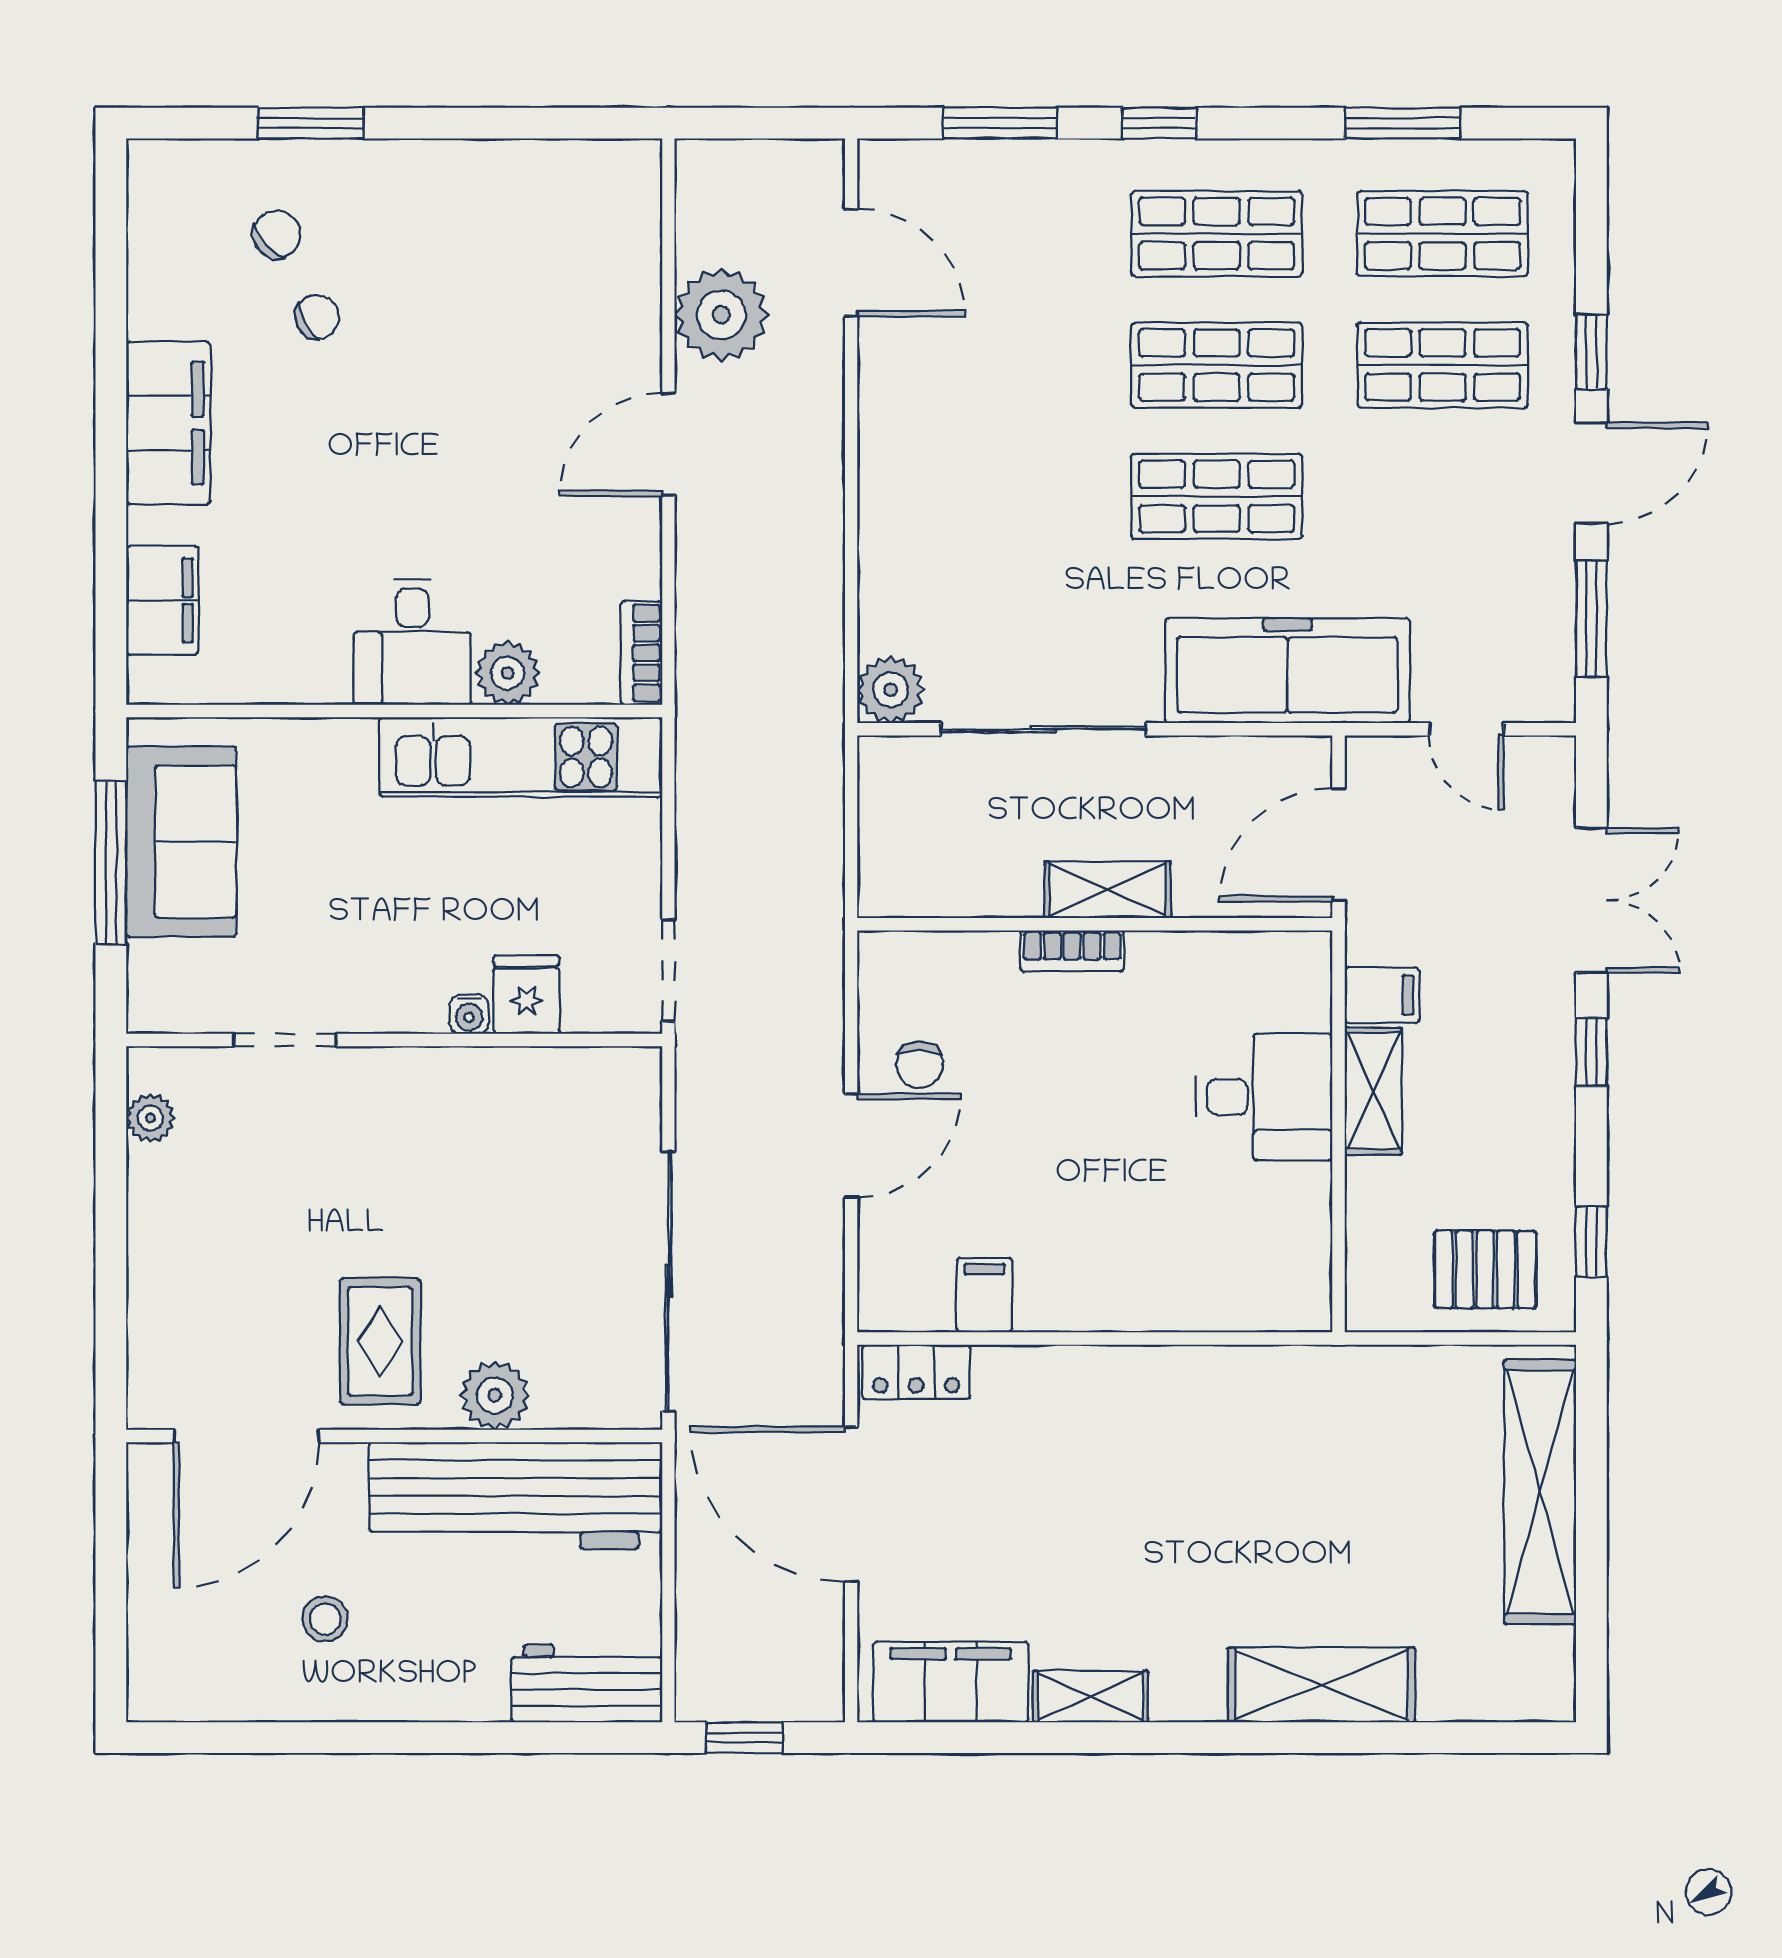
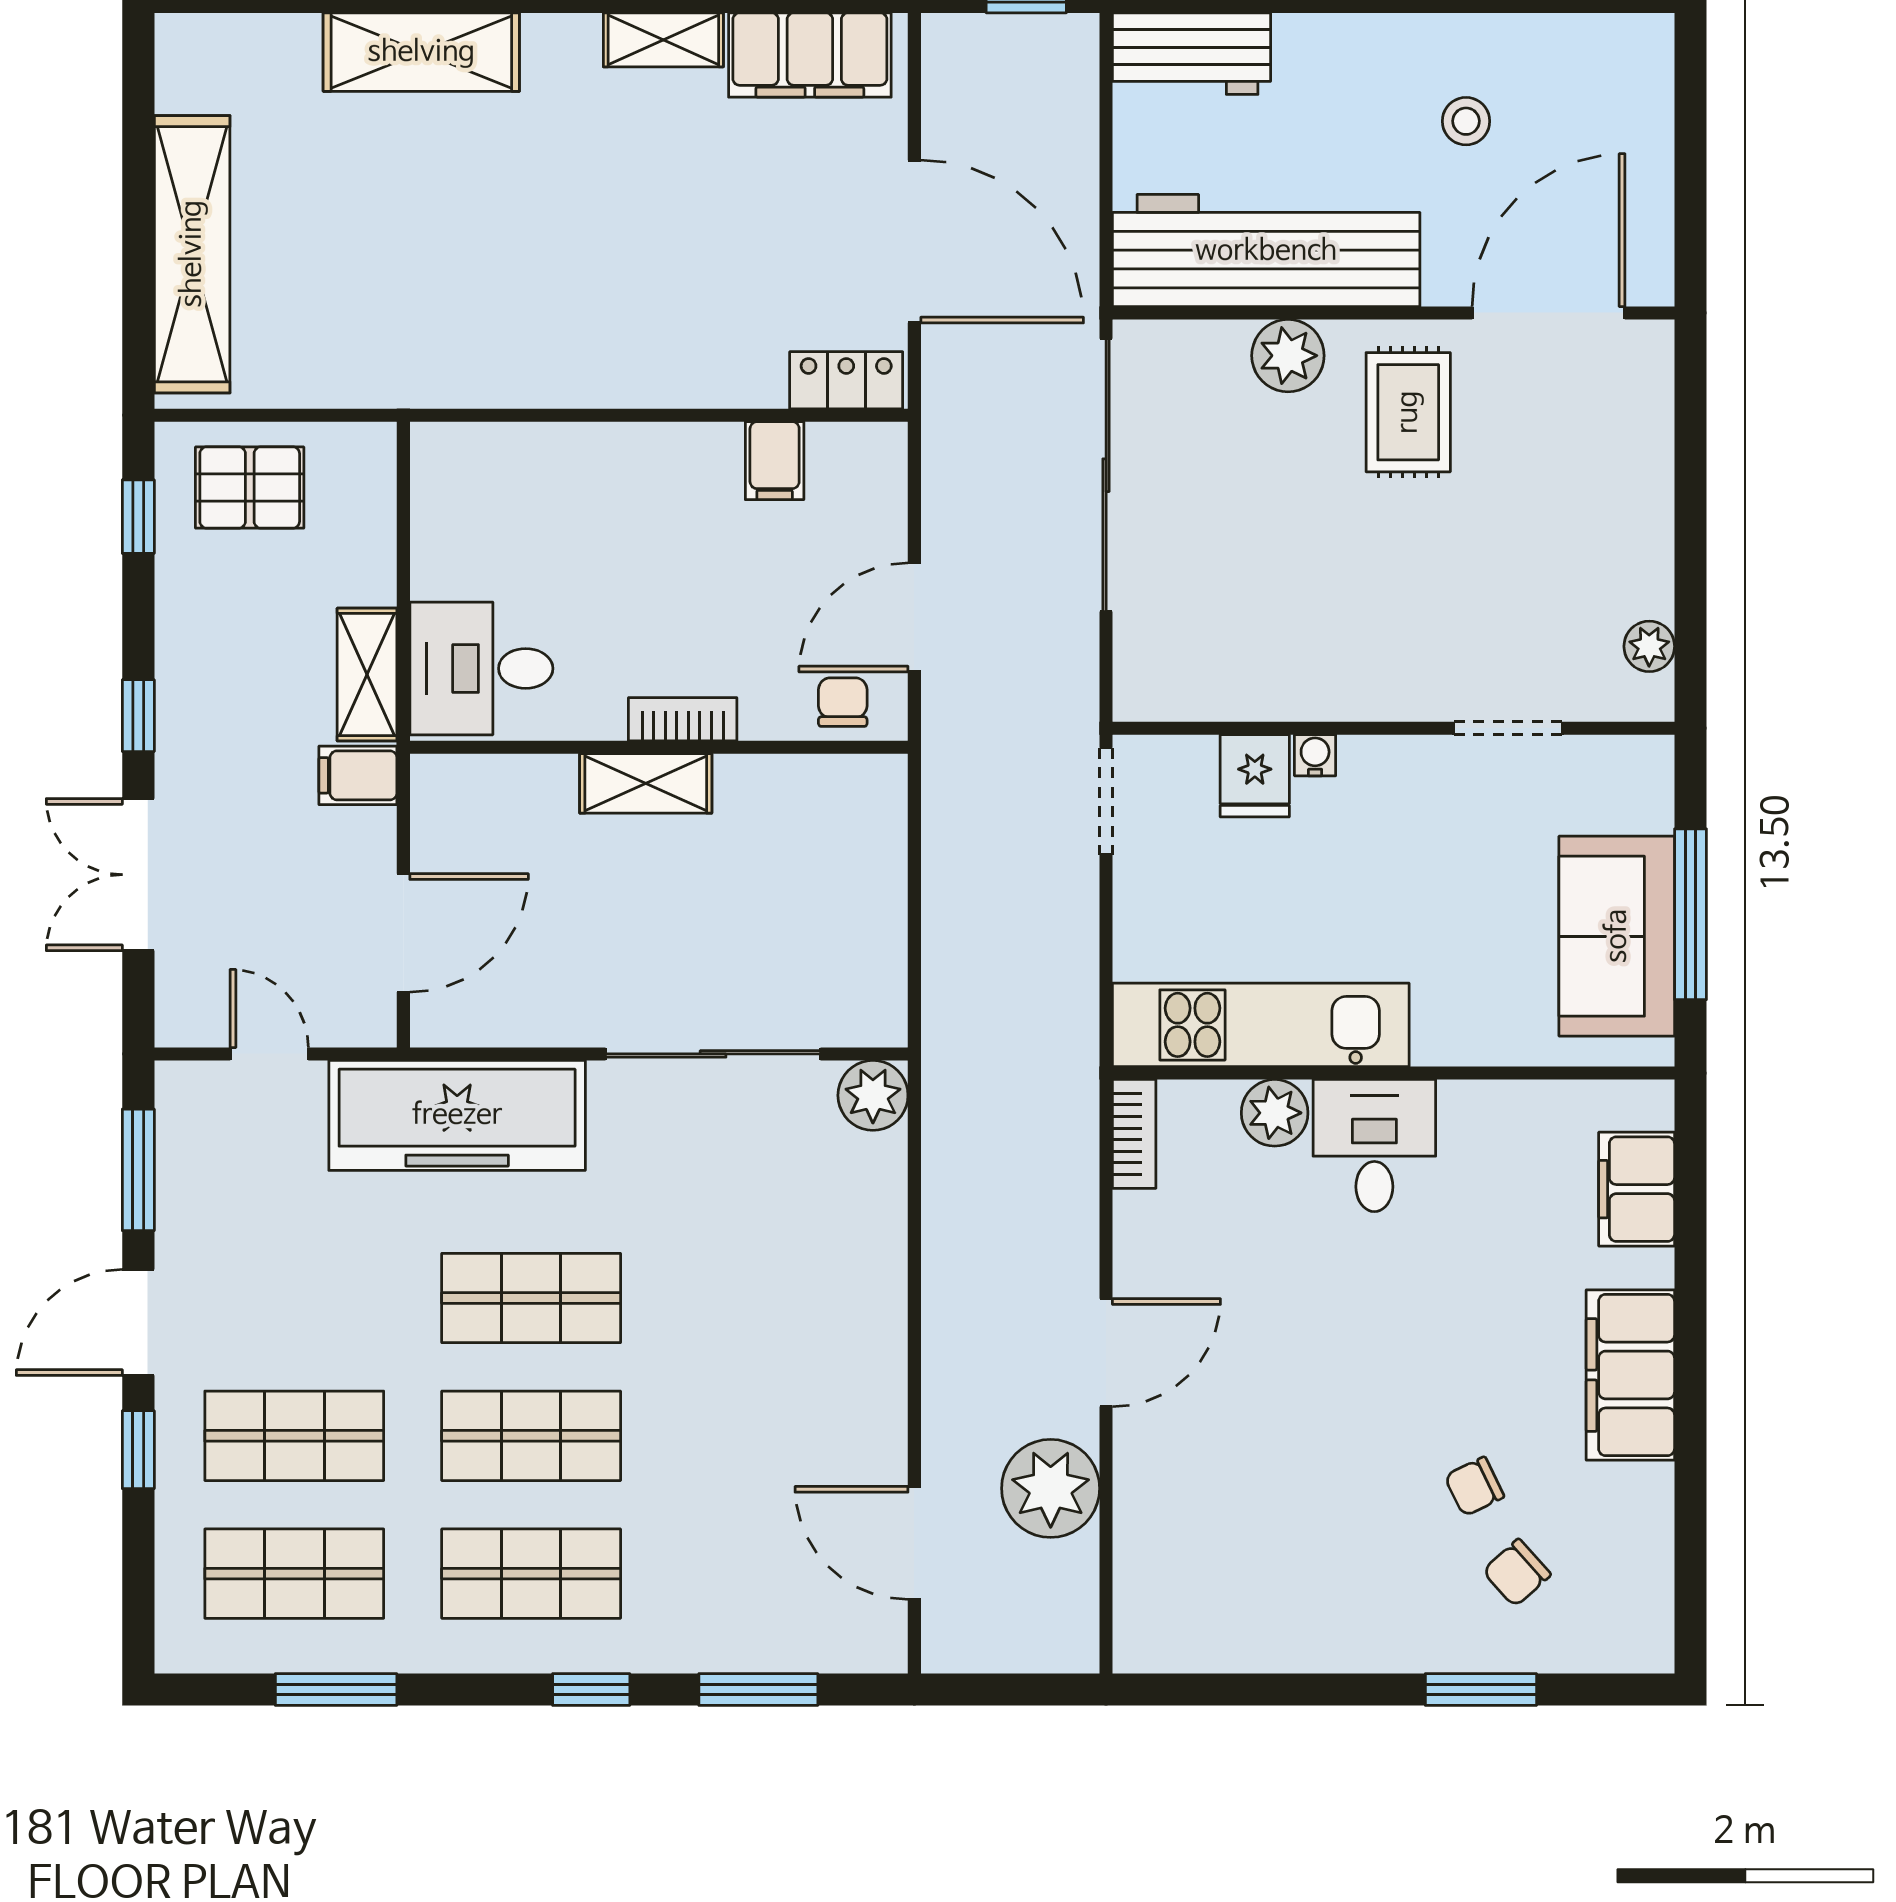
shelving: (1107, 890) -> (646, 783), moved
wall: (1095, 924) -> (659, 747), moved
bookcase: (1072, 951) -> (683, 719), moved

